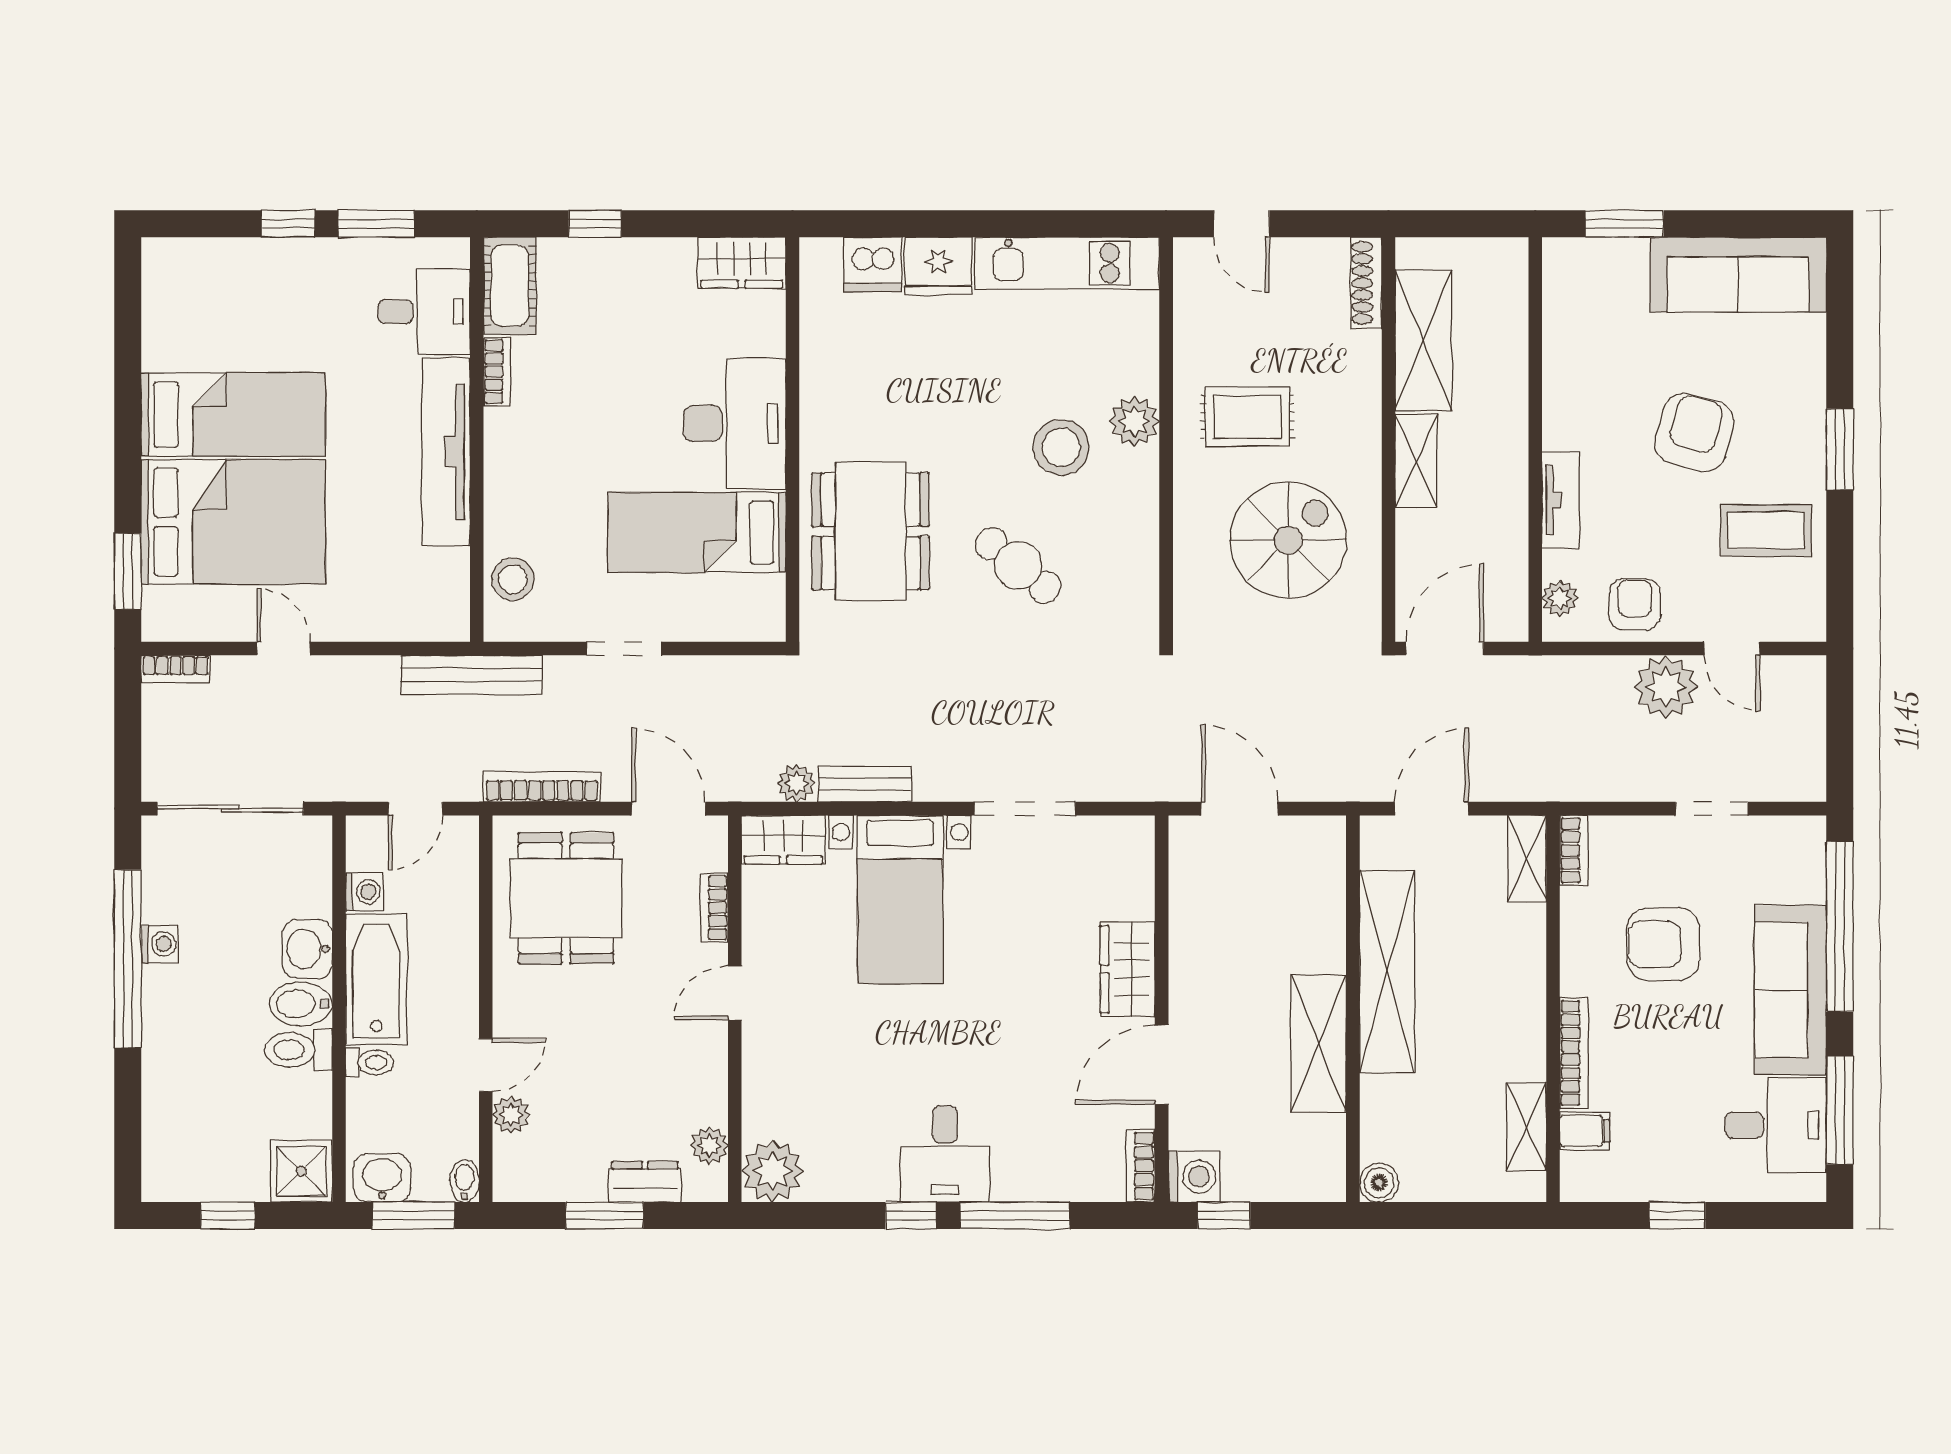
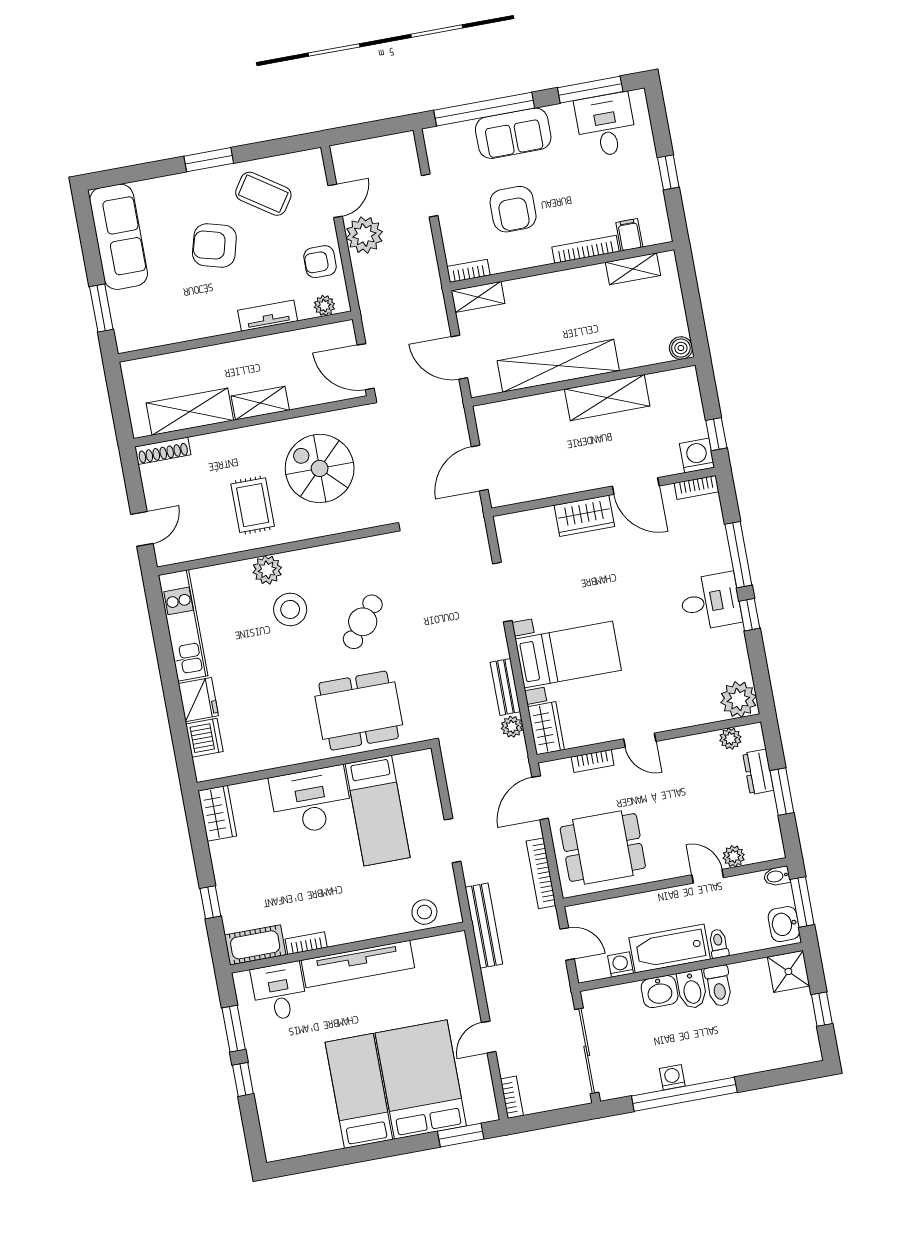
coffee table: (1766, 530) -> (263, 194), turned -56
sofa: (1791, 990) -> (513, 133), width x0.73

